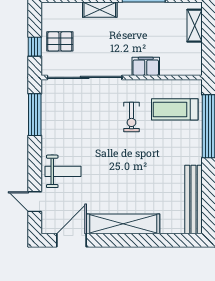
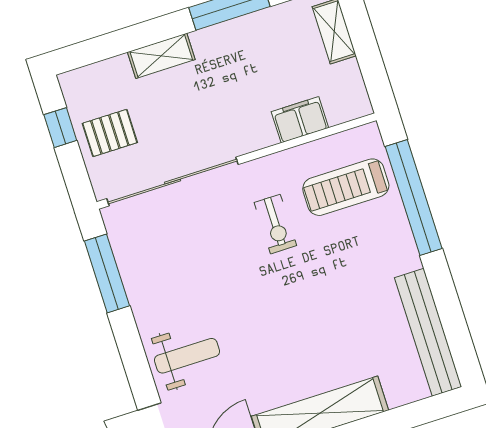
window: (35, 47) -> (60, 128), moved
filing cabinet: (146, 66) -> (300, 120), moved

